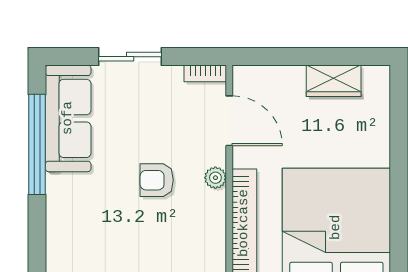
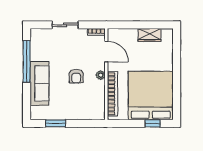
sofa: (68, 118) -> (39, 83), moved
armchair: (157, 180) -> (76, 76), turned -90

